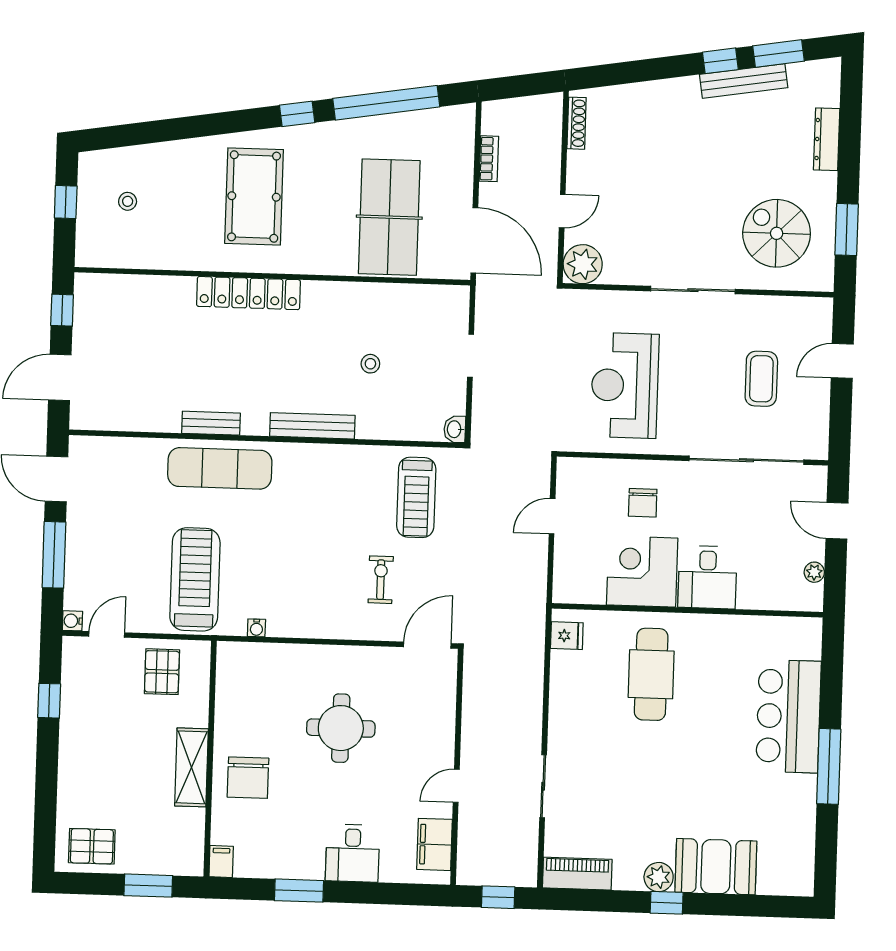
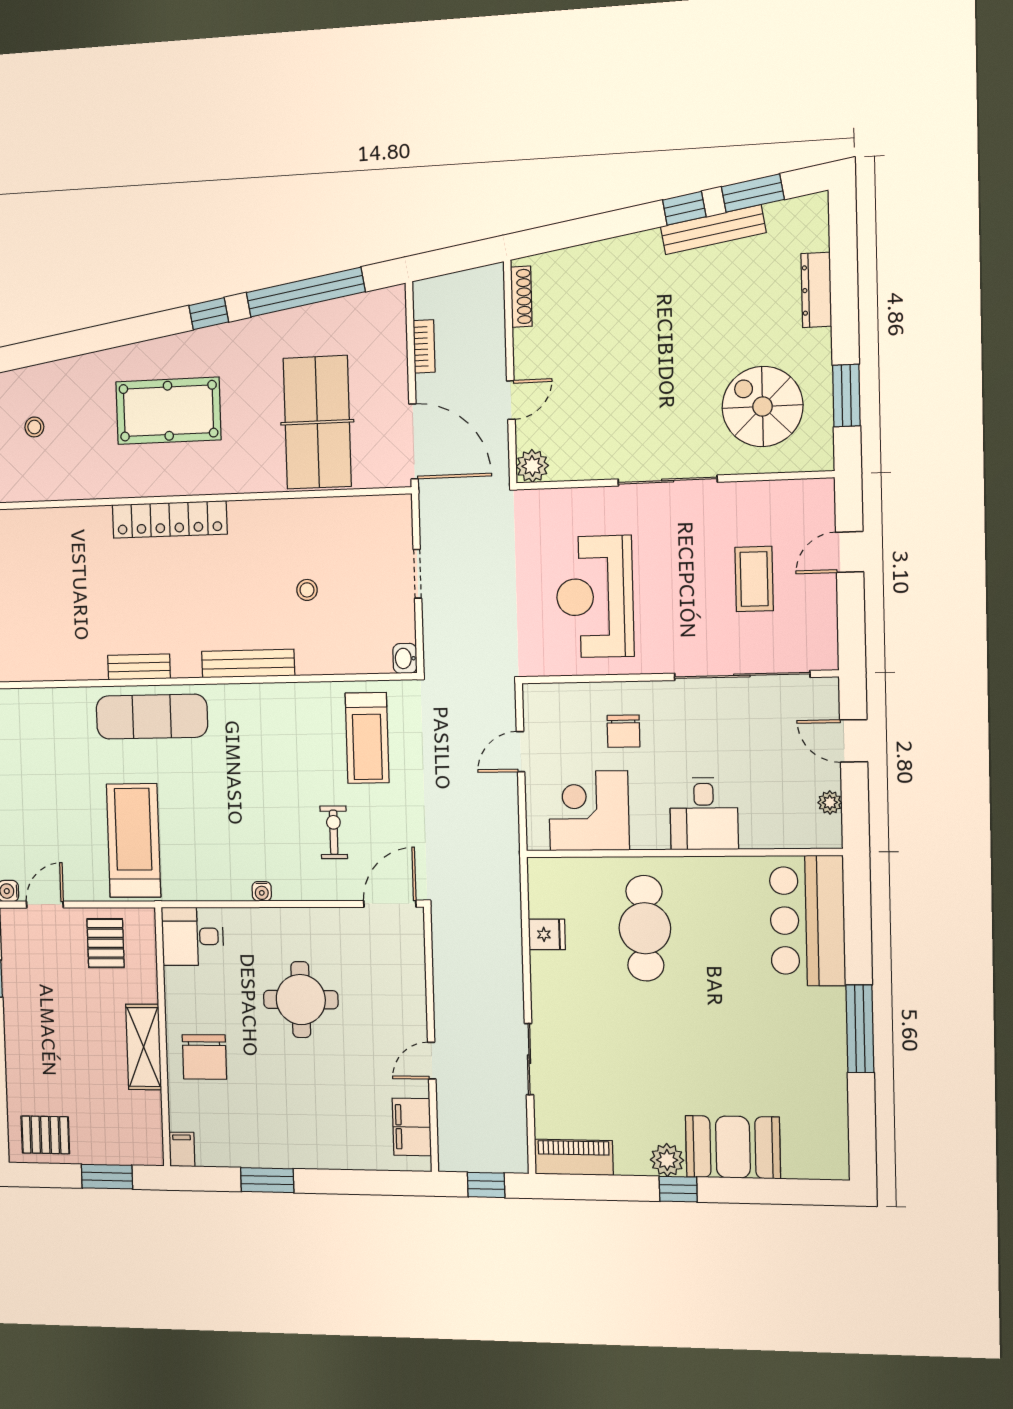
pool table: (254, 196) -> (168, 411), turned 90
plant: (583, 264) -> (532, 466), width x0.73, depth x0.73
corner desk: (642, 571) -> (589, 811), moved
water cooler: (256, 628) -> (262, 891), moved
fridge: (567, 636) -> (547, 934), moved
bar counter: (789, 716) -> (807, 921), moved
desk: (353, 853) -> (192, 936), moved, turned 90

